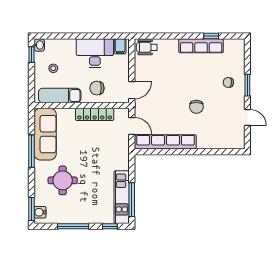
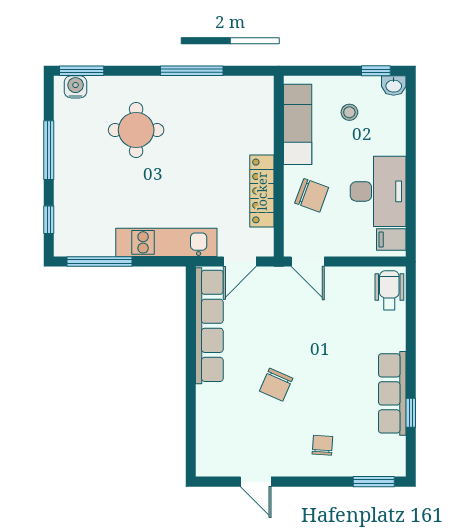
window: (247, 85) -> (374, 482), moved
chair: (97, 88) -> (312, 195), turned 110
chair: (196, 107) -> (276, 385), turned -66
door: (247, 118) -> (256, 482), hinge flipped
sofa: (45, 134) -> (224, 97), removed
kitchen unit: (122, 197) -> (166, 242), moved

